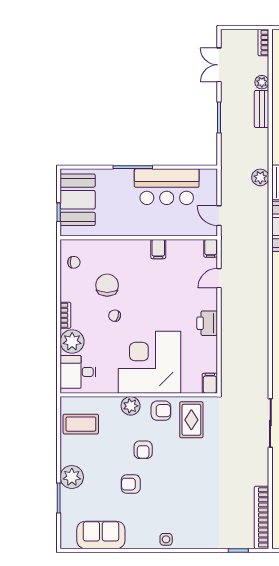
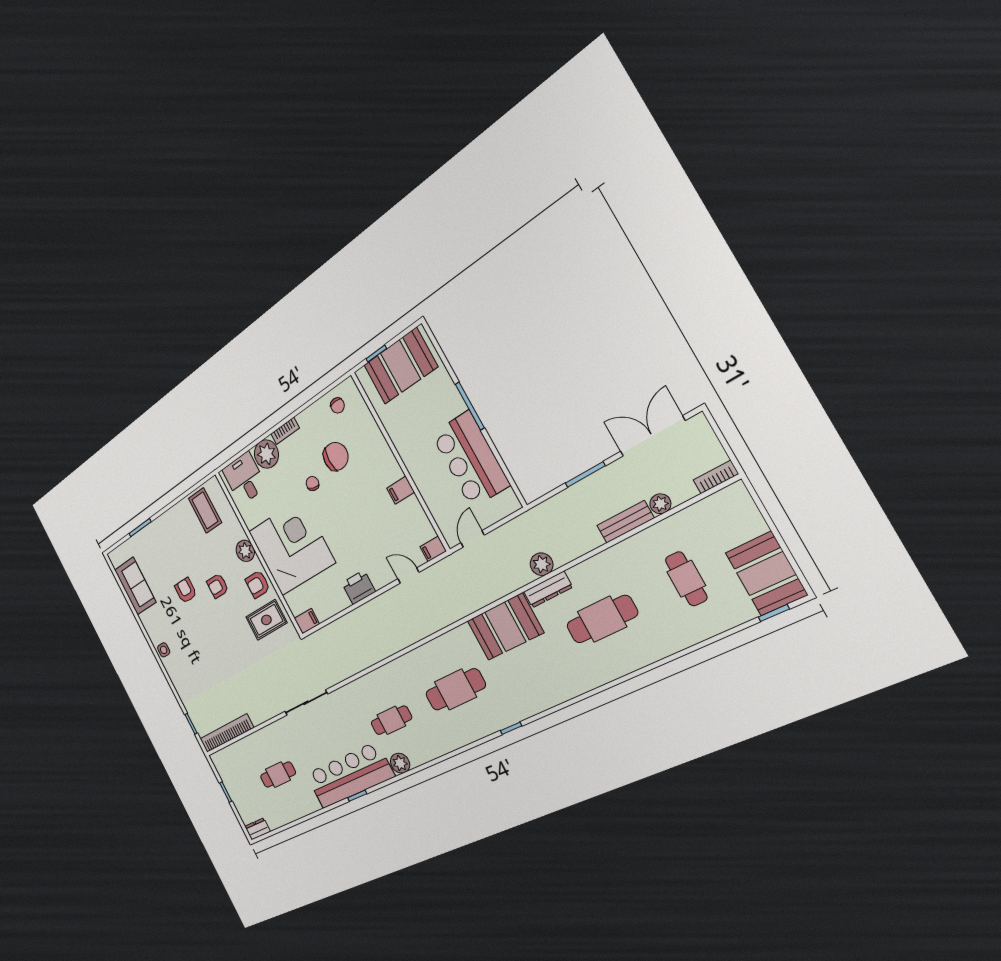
double door: (219, 65) -> (652, 436), width x1.37
armchair: (161, 411) -> (258, 584), turned 90
plant: (72, 477) -> (161, 530), removed

